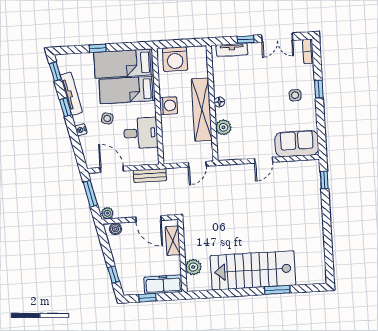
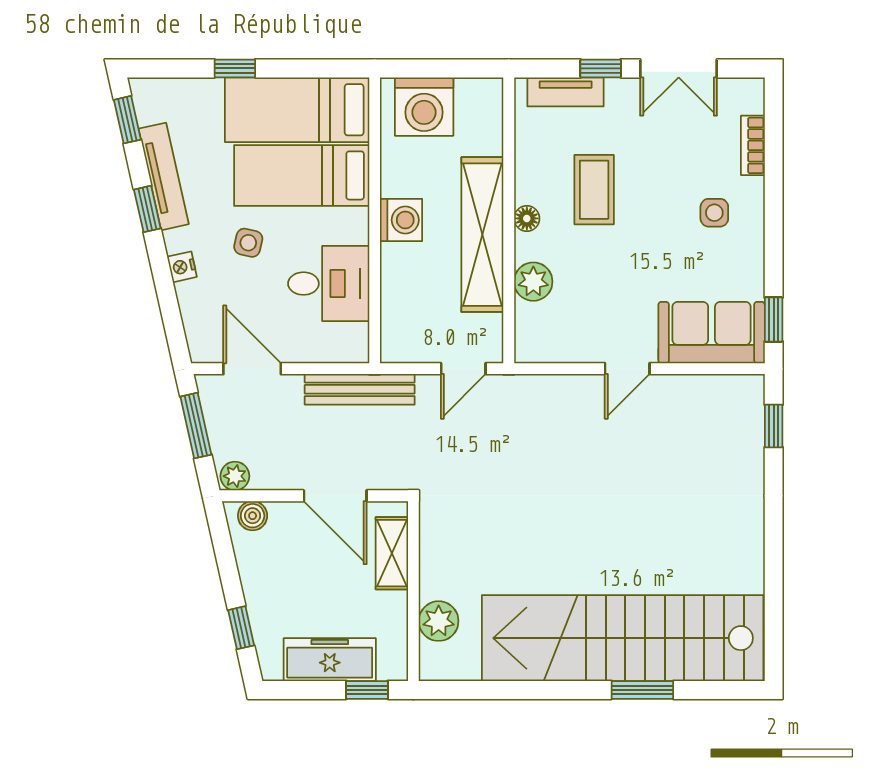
bookcase: (308, 51) -> (753, 145), moved
coffee table: (246, 89) -> (594, 190), added
window: (319, 89) -> (774, 319), moved
bench: (150, 175) -> (360, 389), width x1.36
stairs: (253, 270) -> (623, 638), width x1.36
freezer: (163, 284) -> (330, 660), moved
window: (147, 298) -> (367, 690), moved

